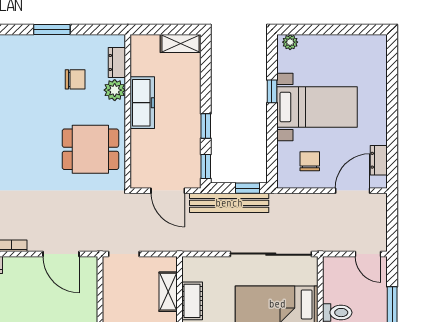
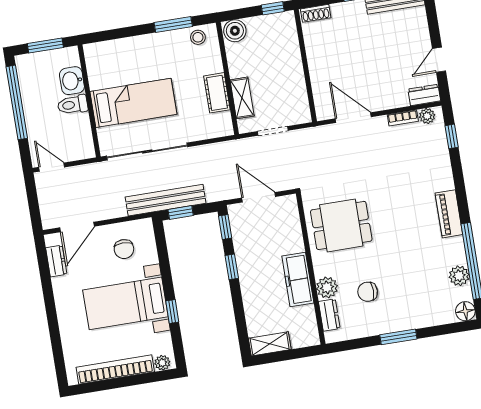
bookcase: (338, 43) -> (115, 369), added
bench: (229, 203) -> (166, 200), moved
doorway: (124, 254) -> (273, 131), moved

